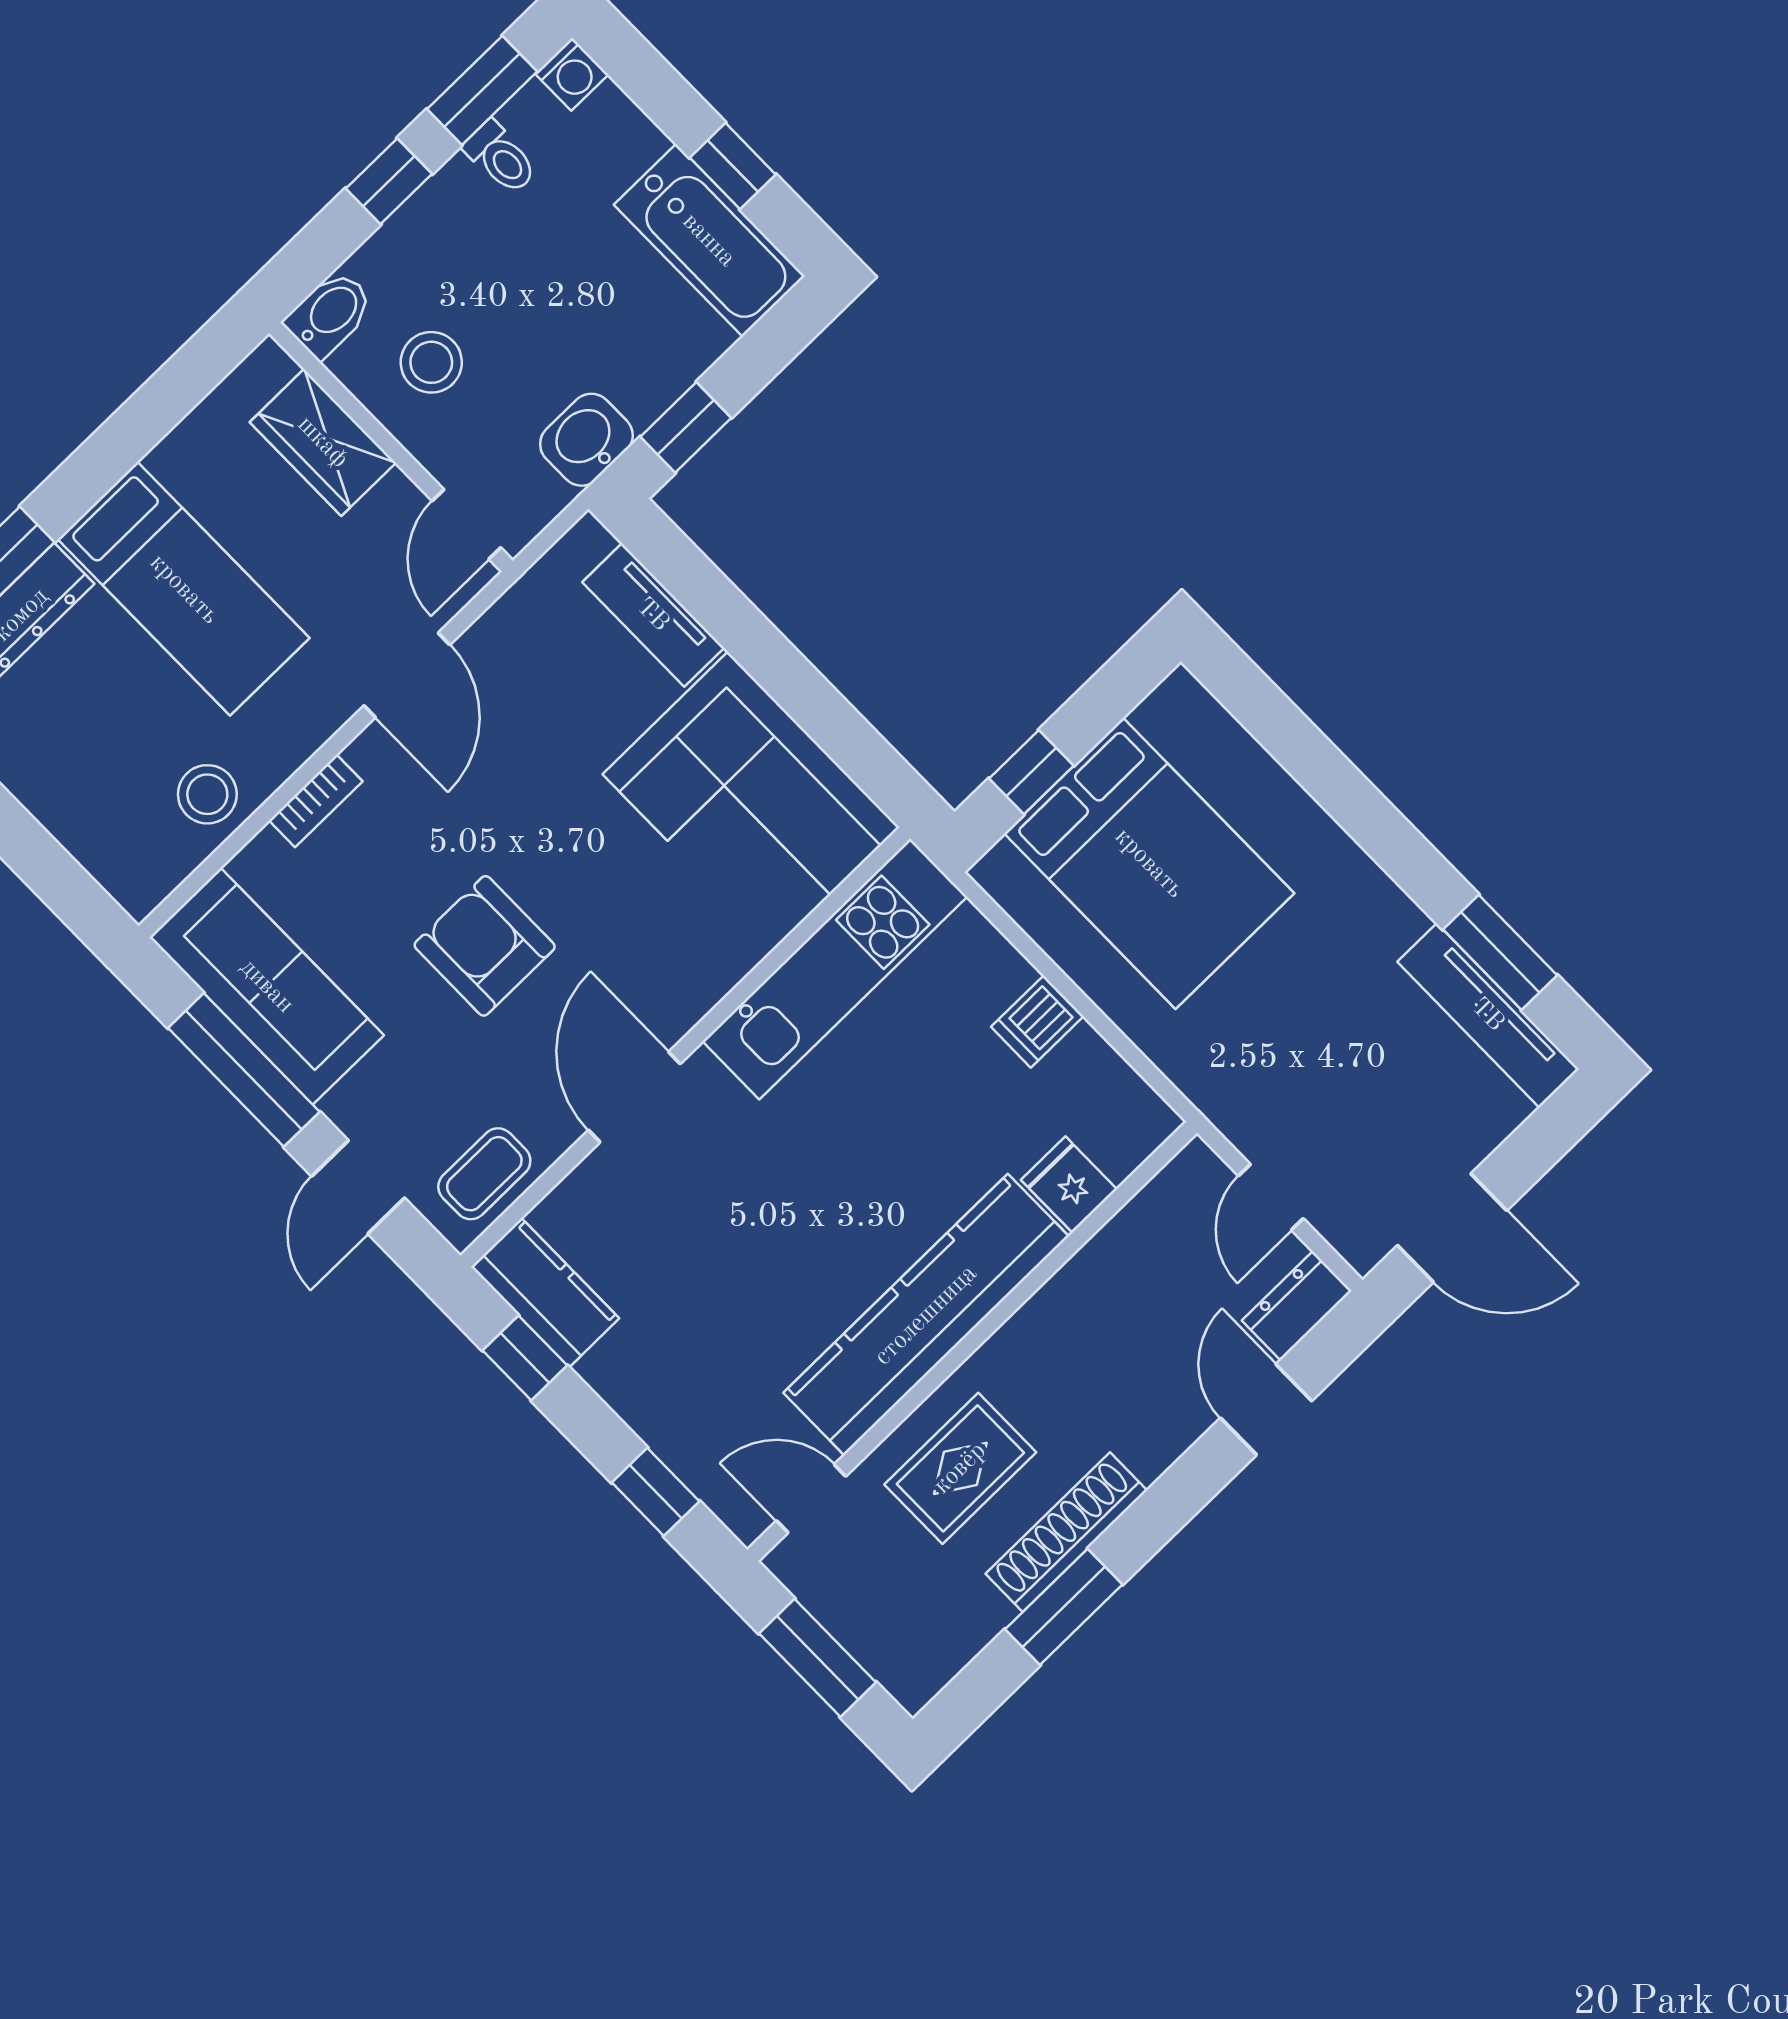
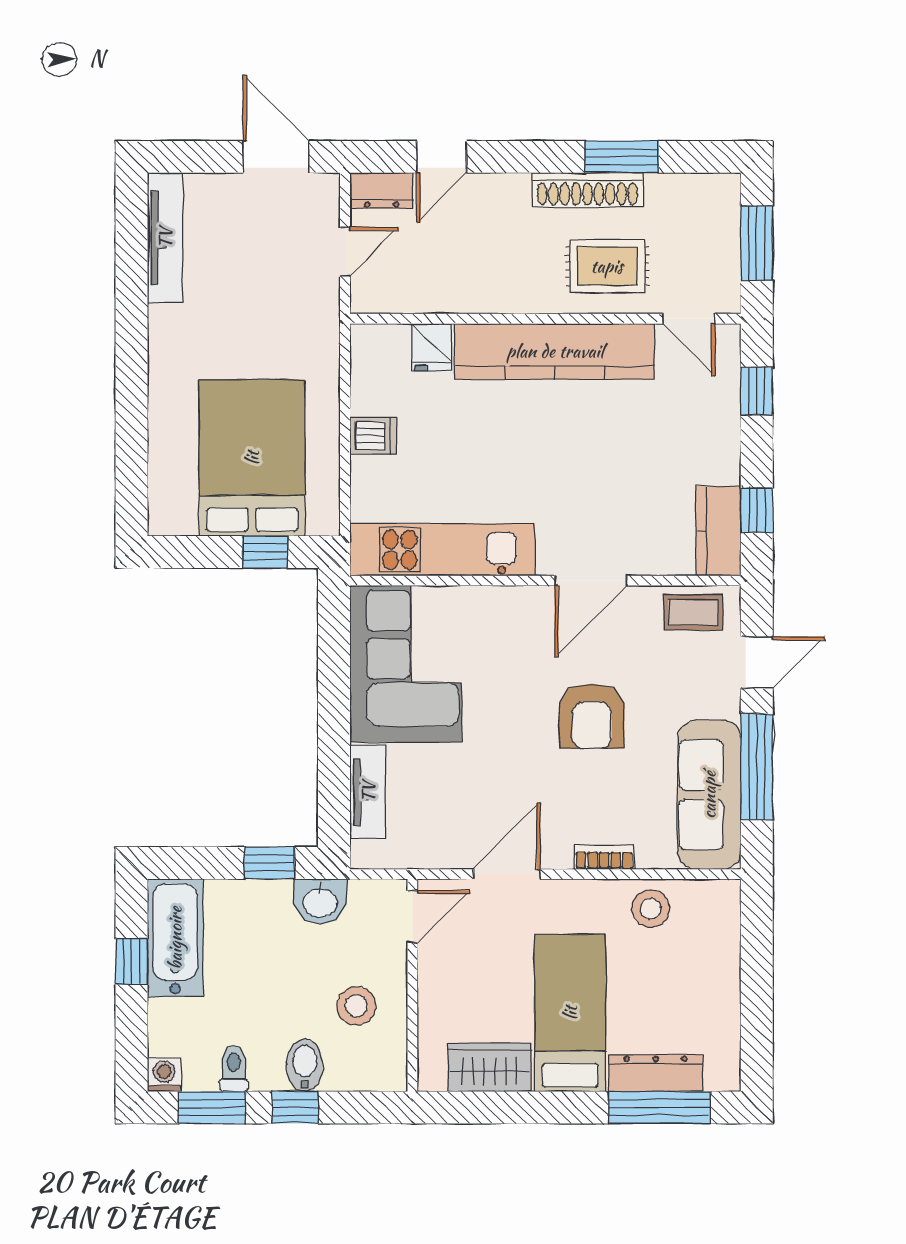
bidet: (329, 314) -> (305, 1065), moved, turned 90
wardrobe: (323, 442) -> (490, 1067), moved, turned -90
window: (1500, 952) -> (132, 261), removed

